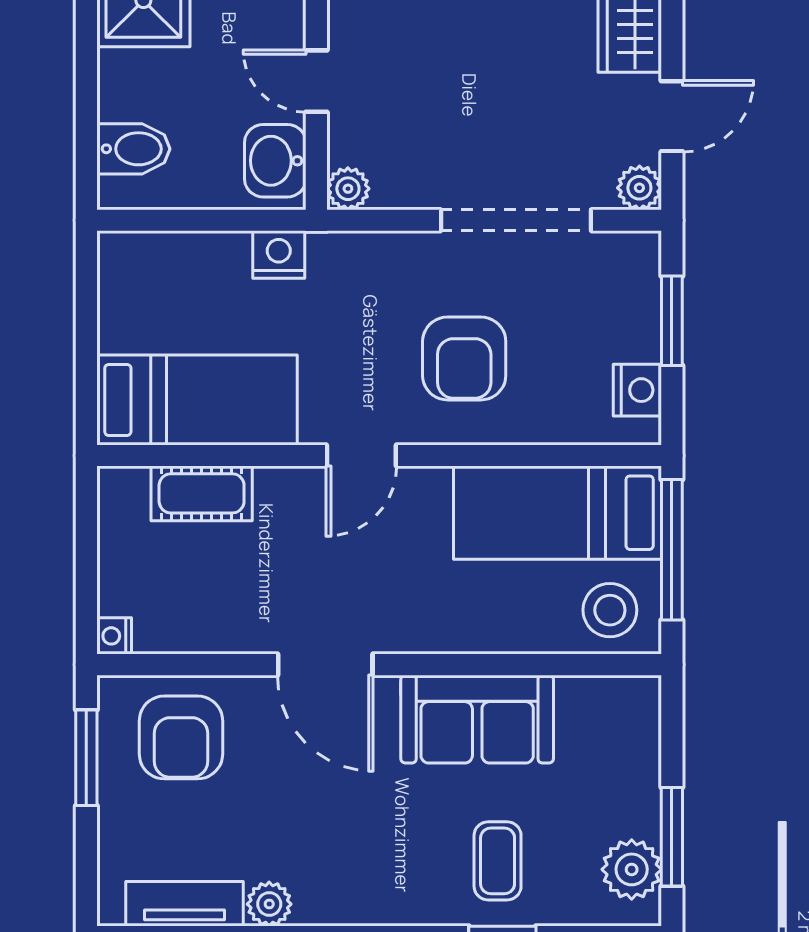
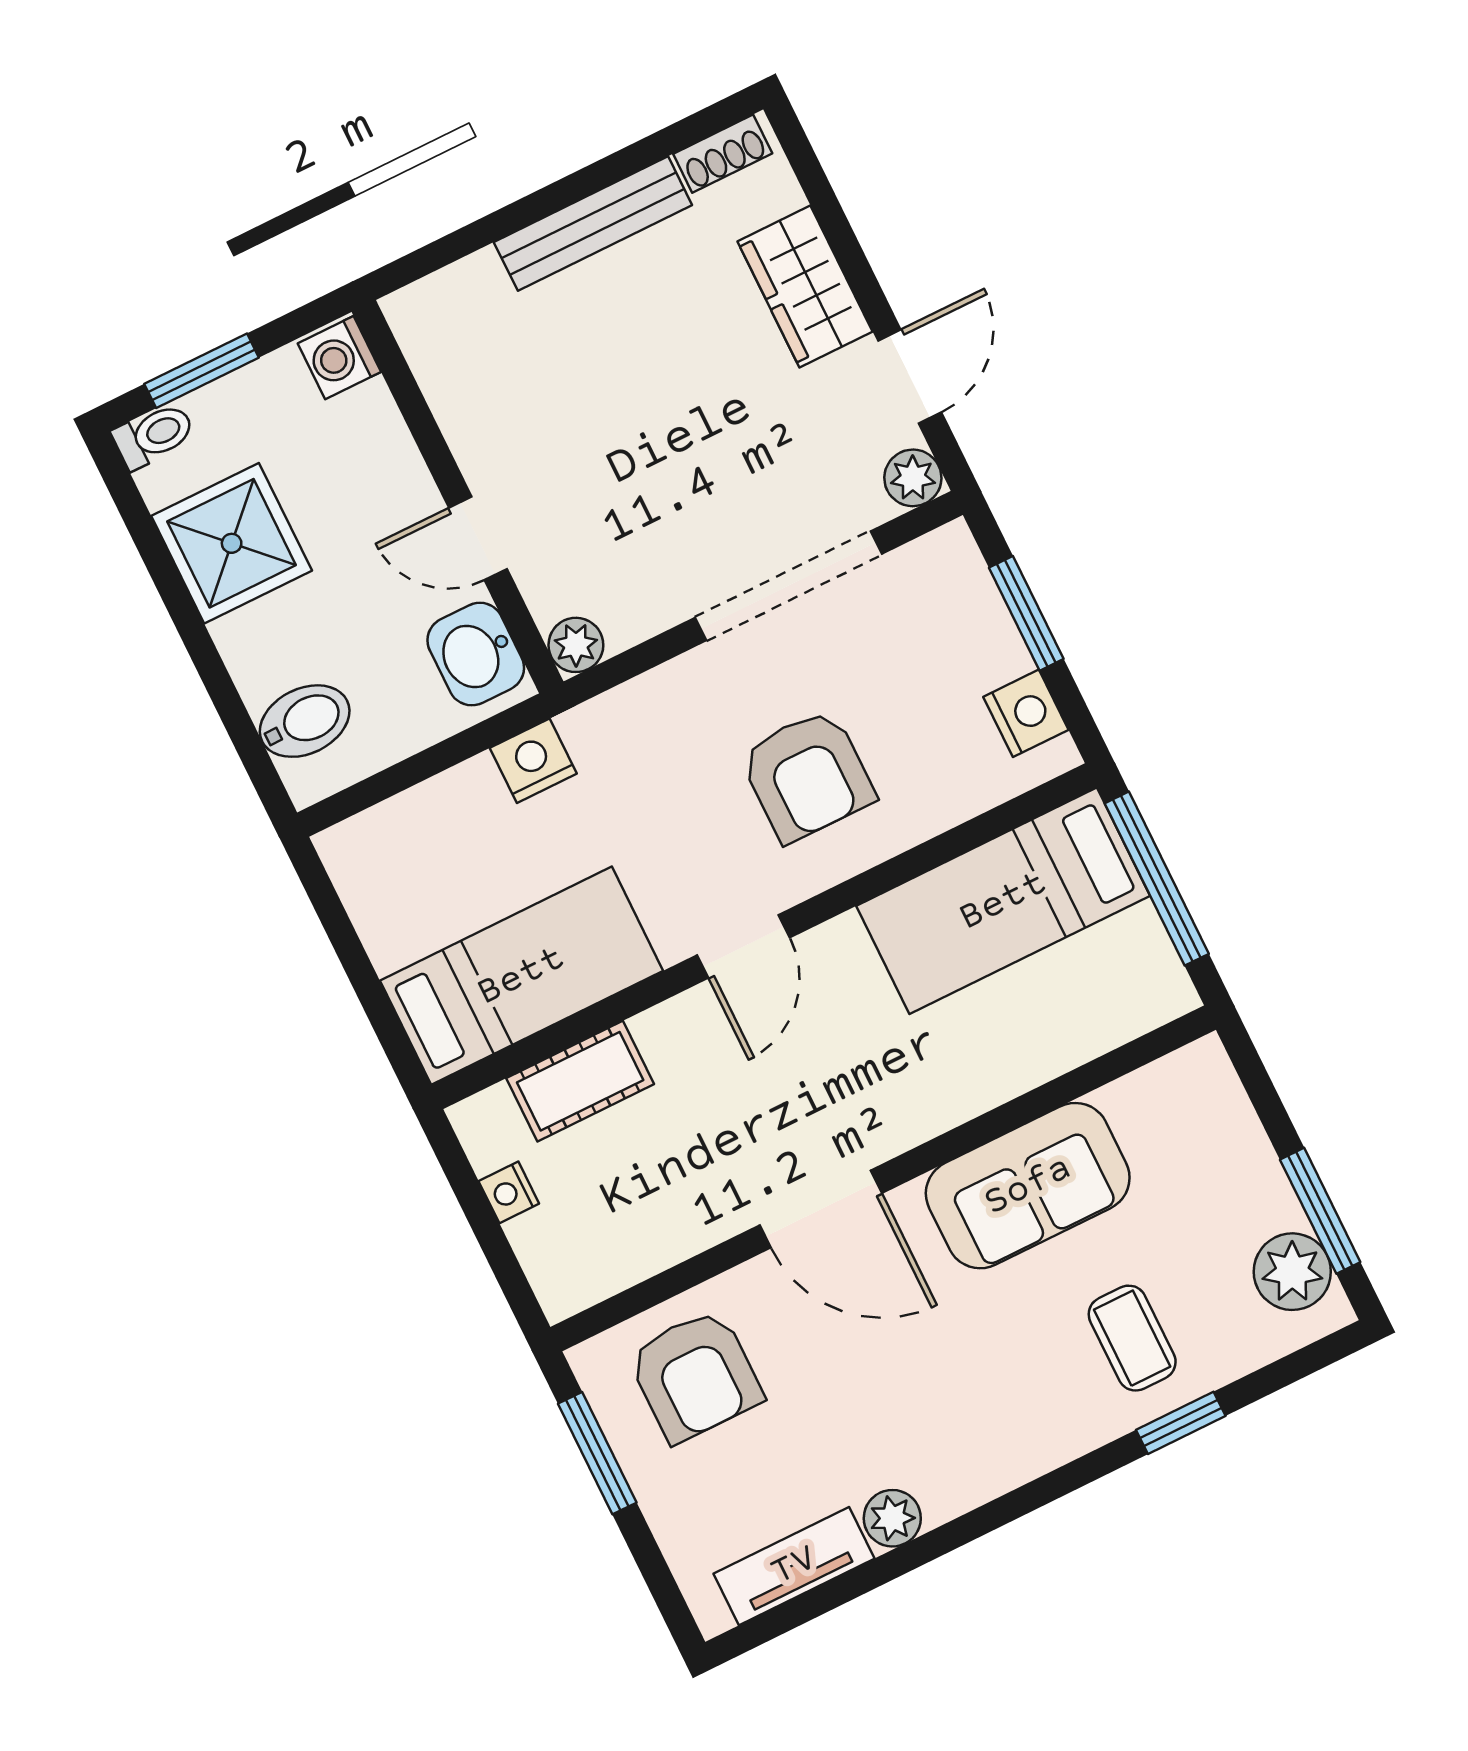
stool: (610, 610) -> (1119, 984), removed
nightstand: (114, 636) -> (509, 1192), moved

